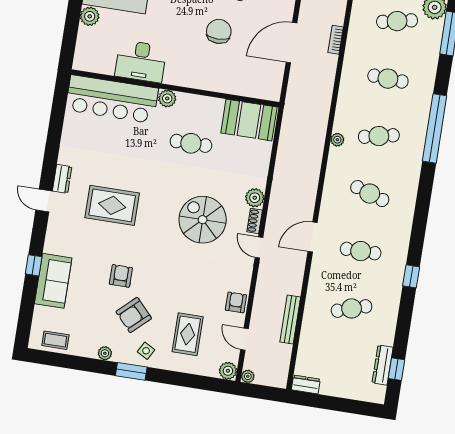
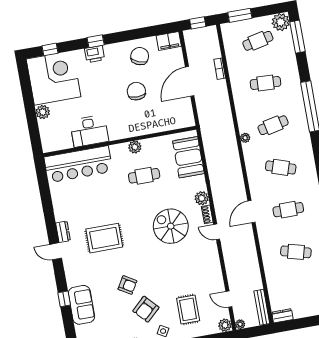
plant: (167, 98) -> (135, 147), moved
booth: (249, 120) -> (188, 157), moved, turned 90
armchair: (121, 276) -> (127, 285), turned 121
armchair: (236, 302) -> (214, 276), removed
cafe table: (352, 308) -> (296, 252), turned 33
bench: (290, 320) -> (262, 307), moved

